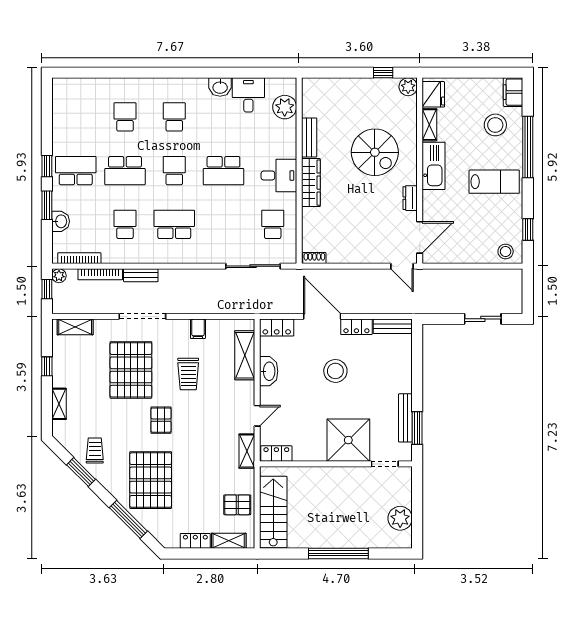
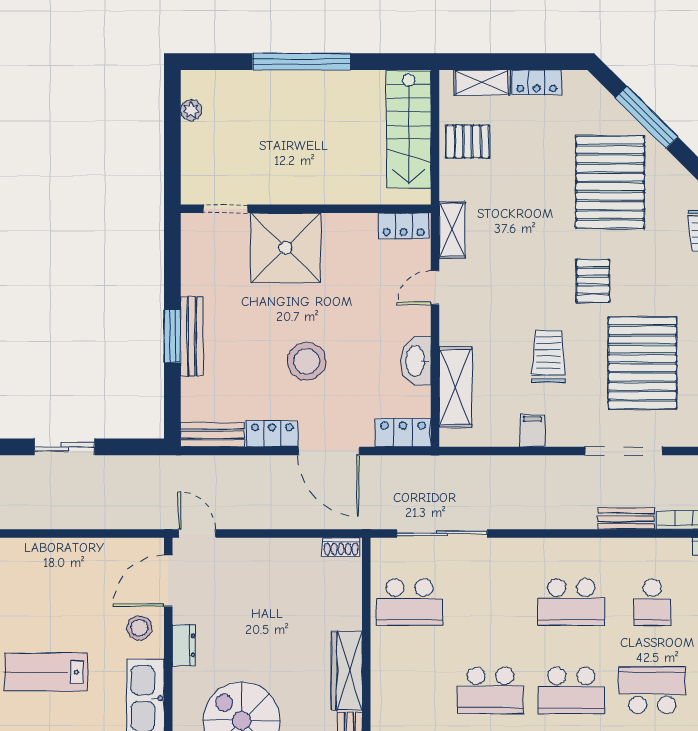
school desk: (174, 171) -> (571, 690), width x1.85
school desk: (223, 171) -> (490, 690), turned 180
desk: (279, 175) -> (400, 682), removed
school desk: (273, 224) -> (410, 602), width x1.85
stool: (506, 251) -> (139, 628), moved
bench: (405, 418) -> (192, 336), moved
window: (417, 428) -> (172, 336), moved
plant: (400, 518) -> (191, 110), width x0.53, depth x0.53

